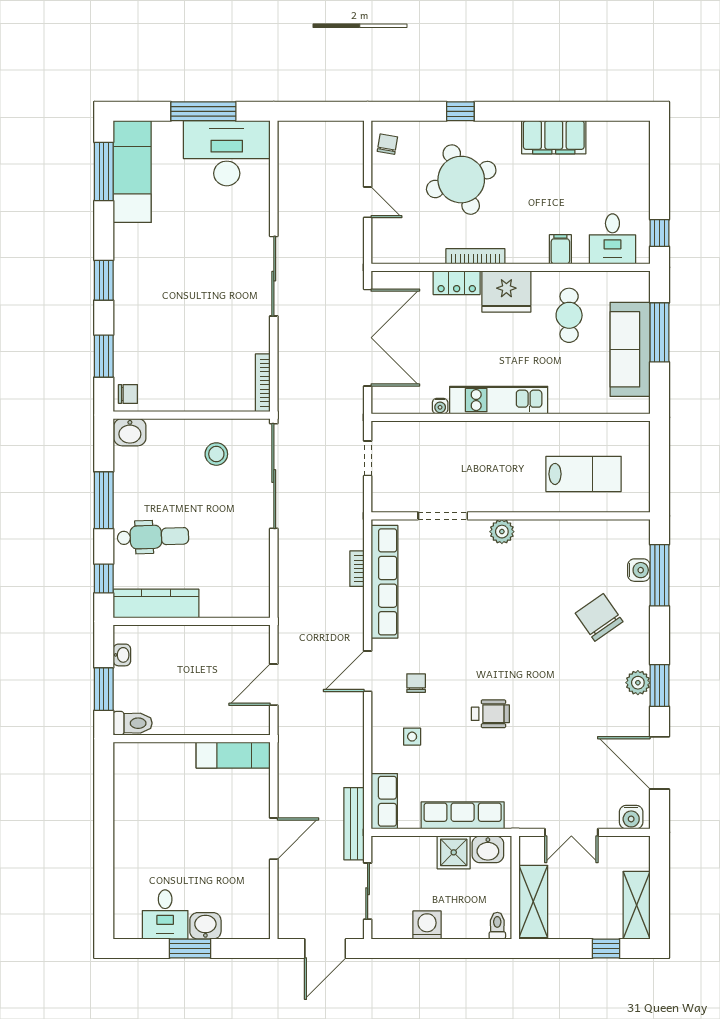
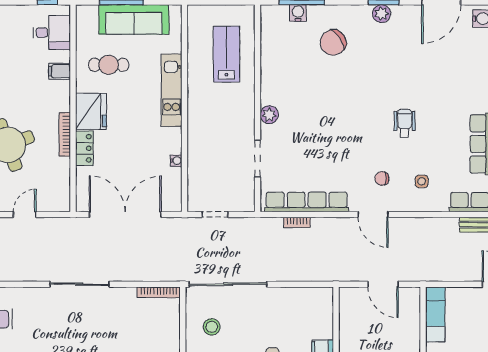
kitchen unit: (499, 400) -> (172, 90), moved

